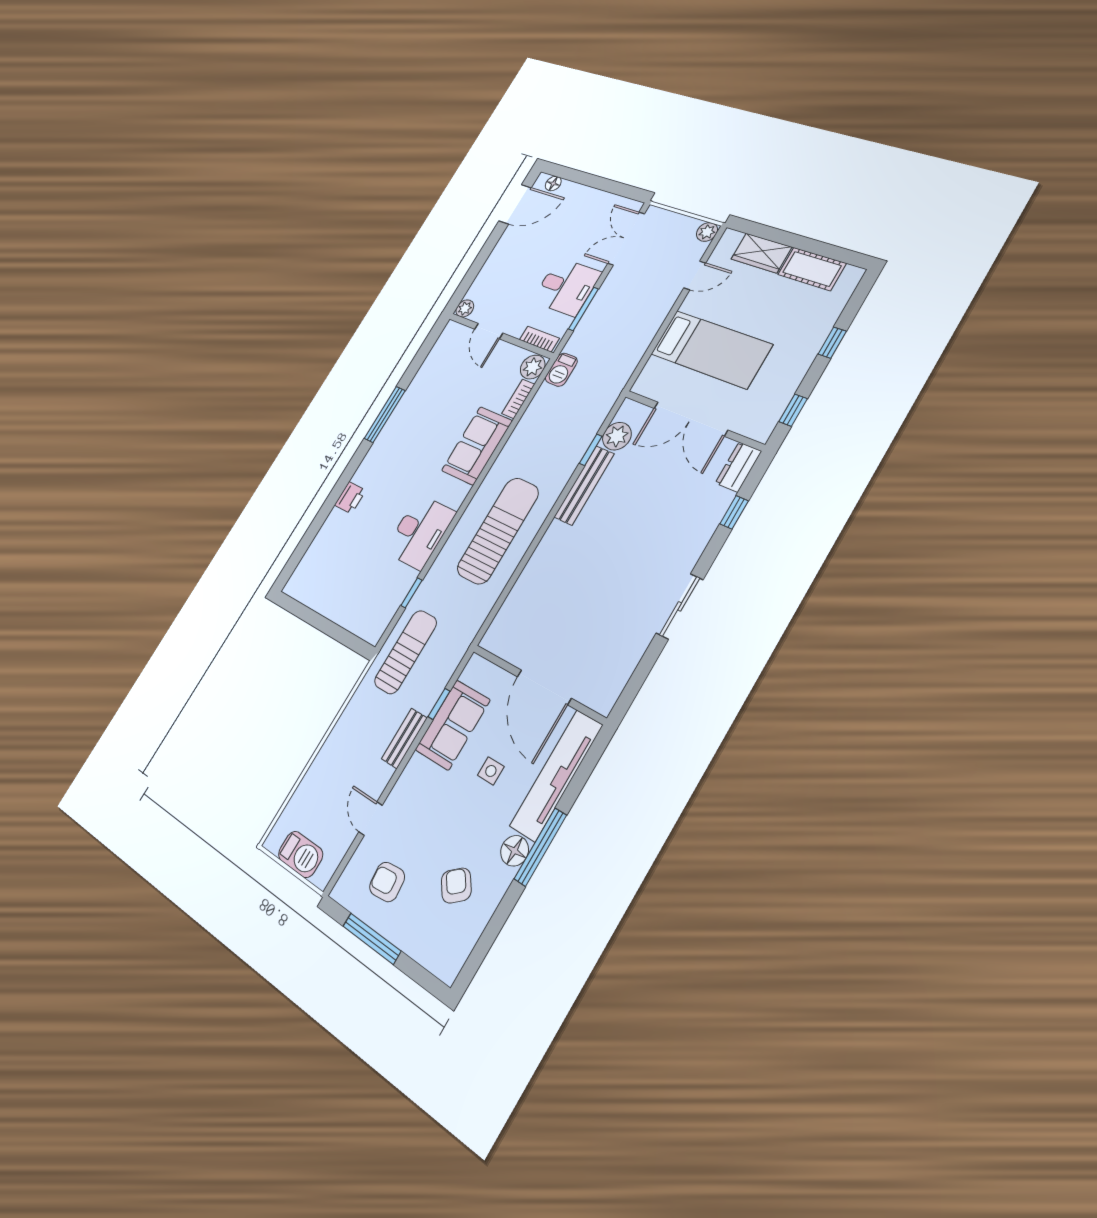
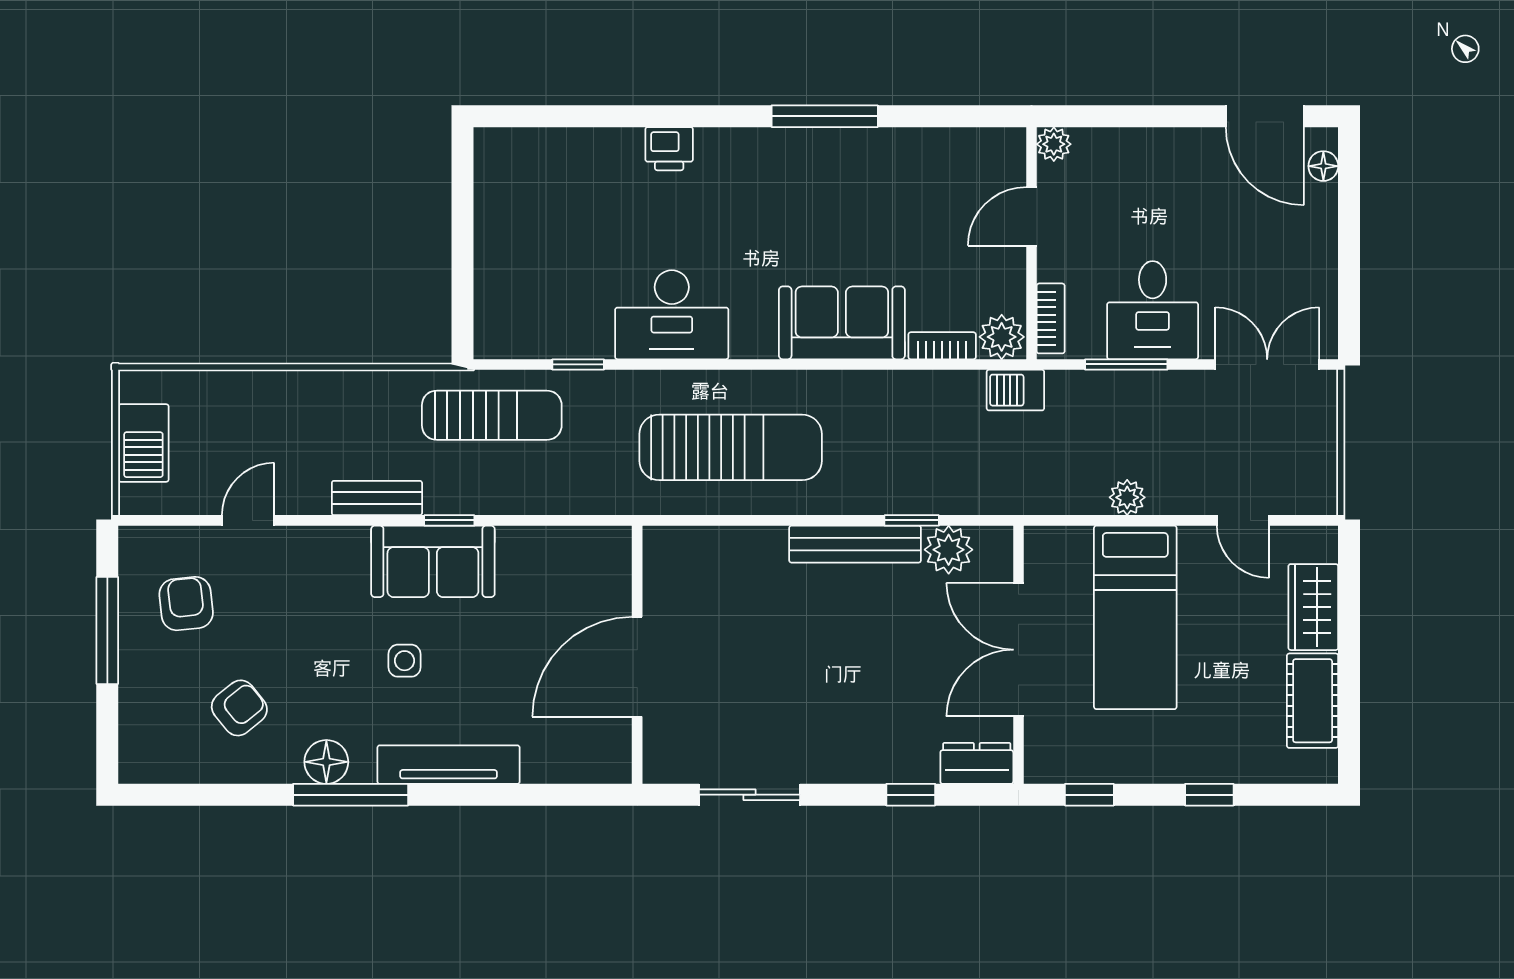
plant: (707, 232) -> (1127, 497), moved
wall: (538, 684) -> (637, 655), moved
door: (544, 687) -> (637, 667), moved
tv unit: (556, 775) -> (449, 765), width x0.73, depth x0.78

